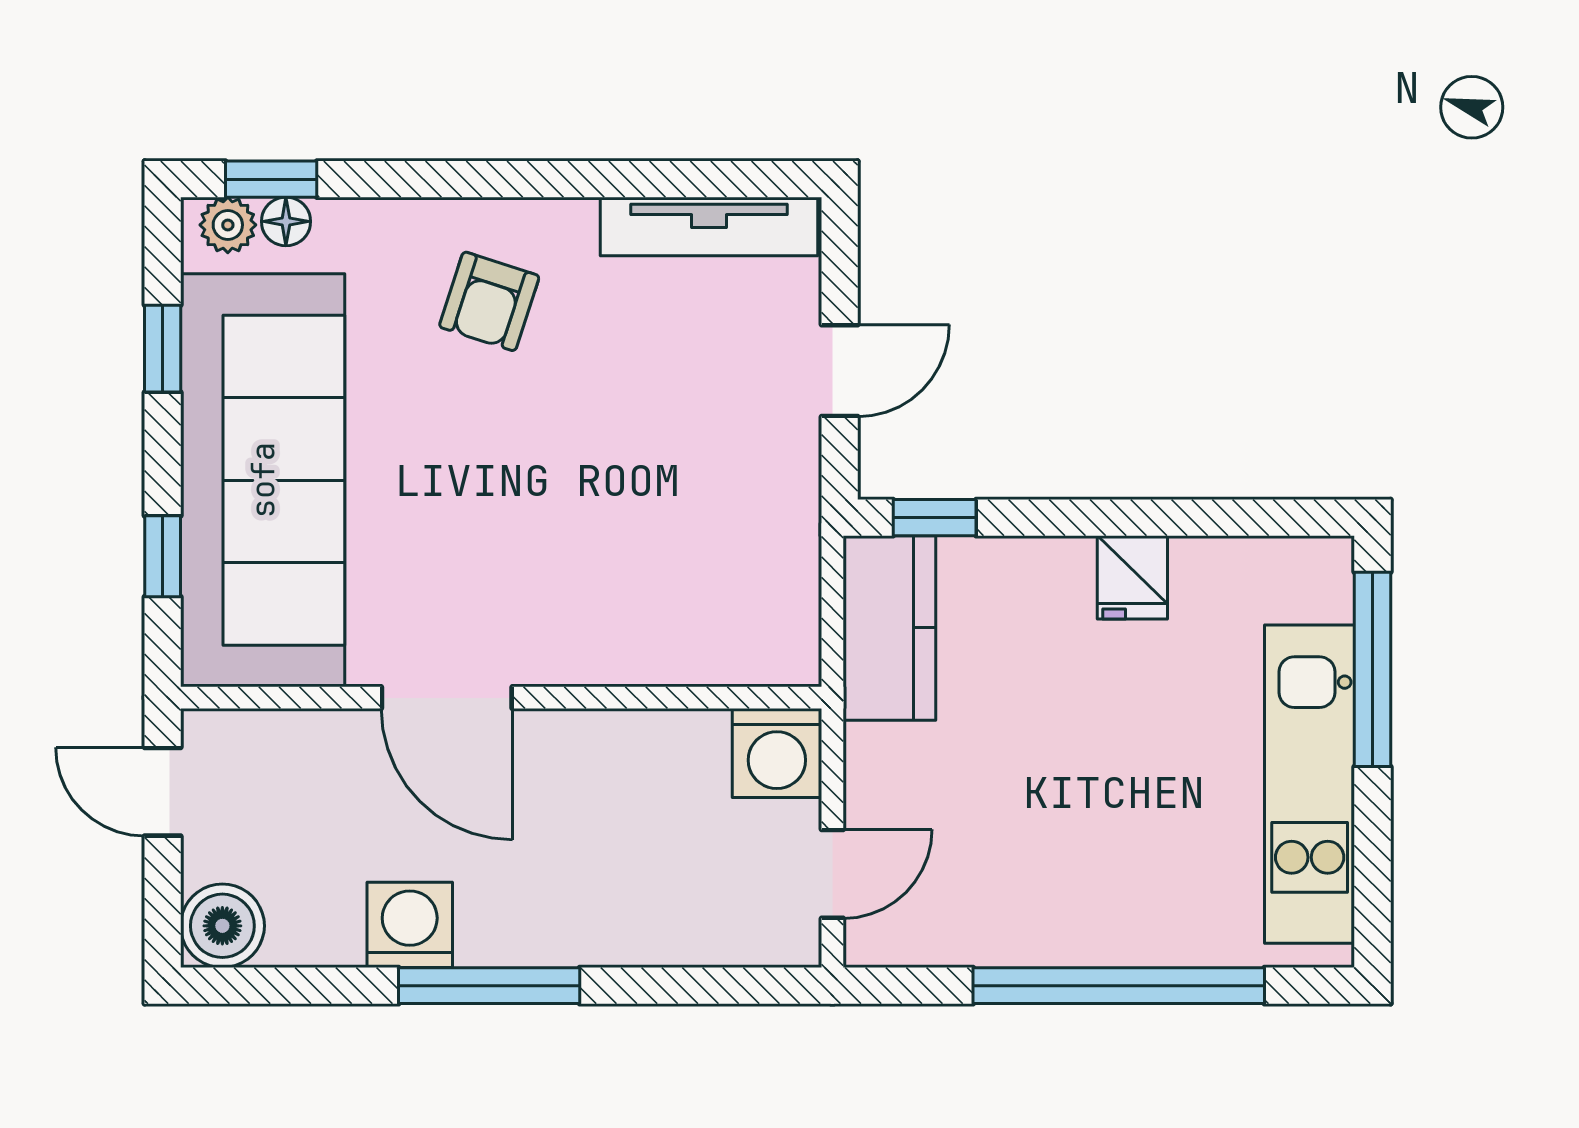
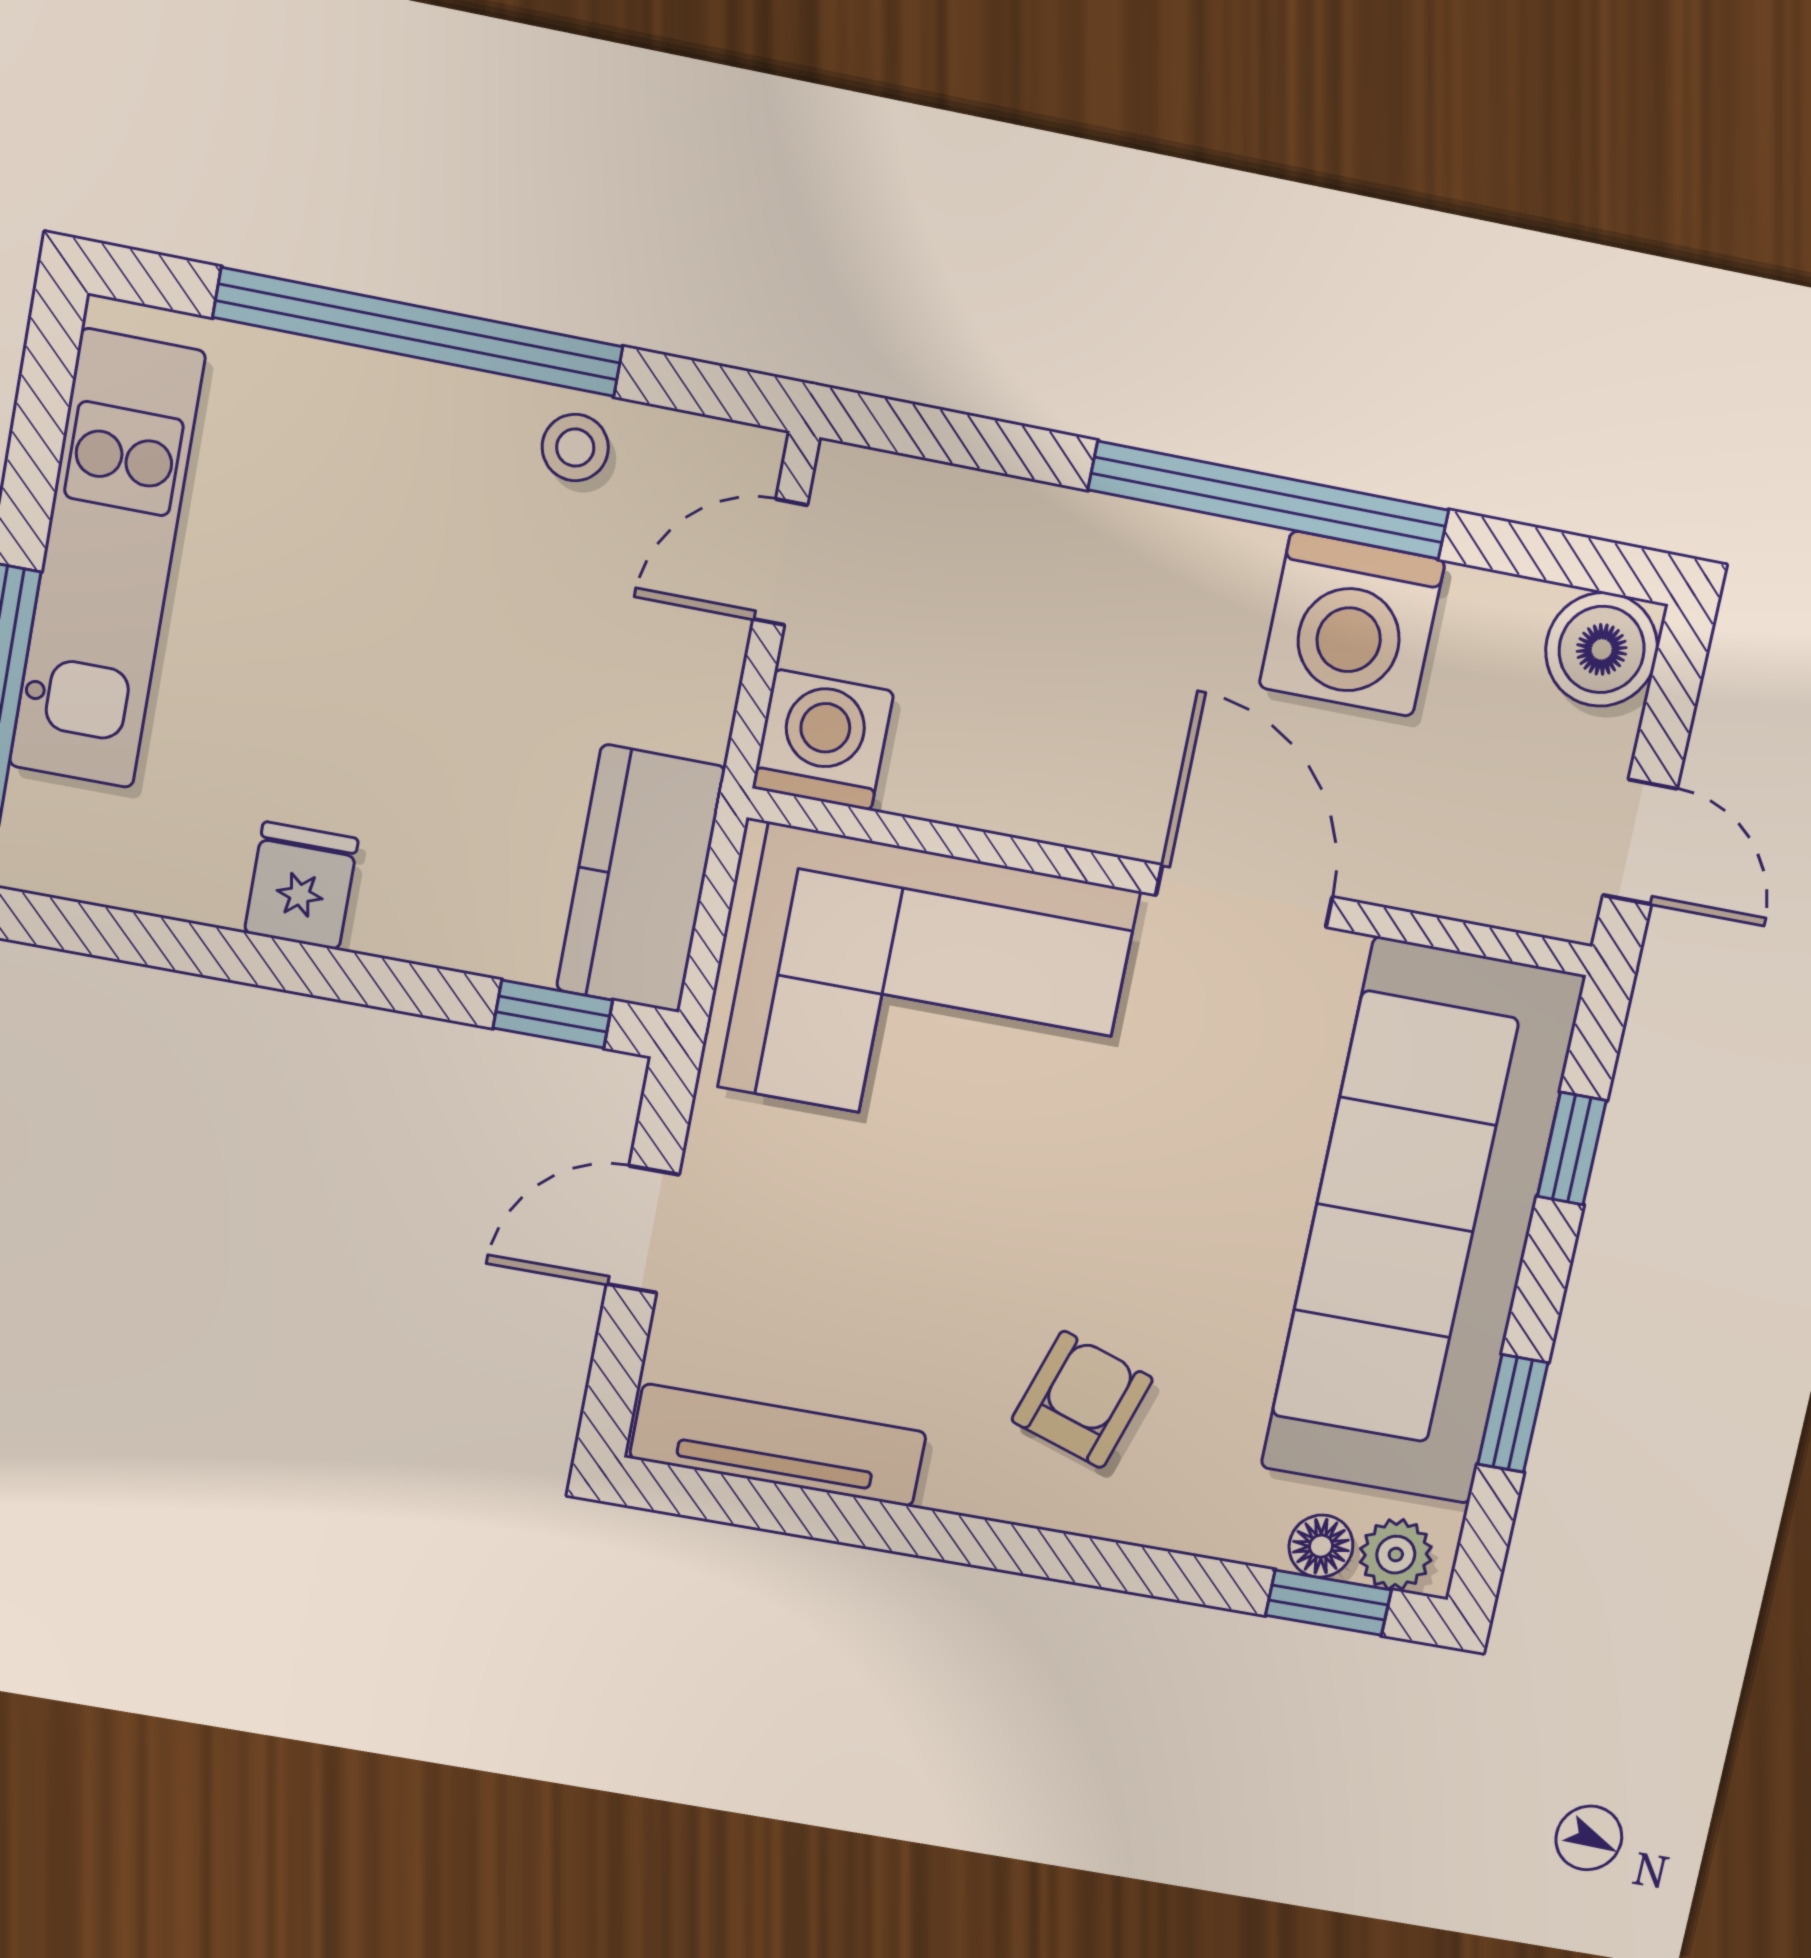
corner sofa: (664, 586) -> (929, 989), added
washing machine: (410, 925) -> (1352, 624), width x1.37, depth x1.37
stool: (994, 927) -> (575, 448), added
window: (489, 986) -> (1269, 500), width x1.46

